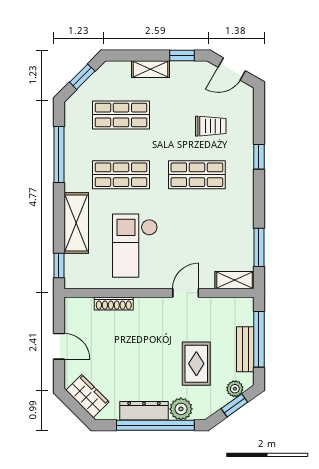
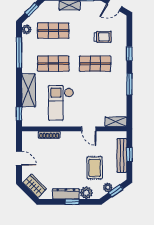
plant: (73, 113) -> (26, 29), added
window: (259, 247) -> (129, 84), moved
door: (186, 293) -> (89, 129), swing flipped
window: (259, 339) -> (129, 154), width x0.46
bench: (245, 349) -> (122, 155), width x1.36
plant: (235, 389) -> (108, 188), moved
window: (155, 425) -> (72, 202), width x0.32

